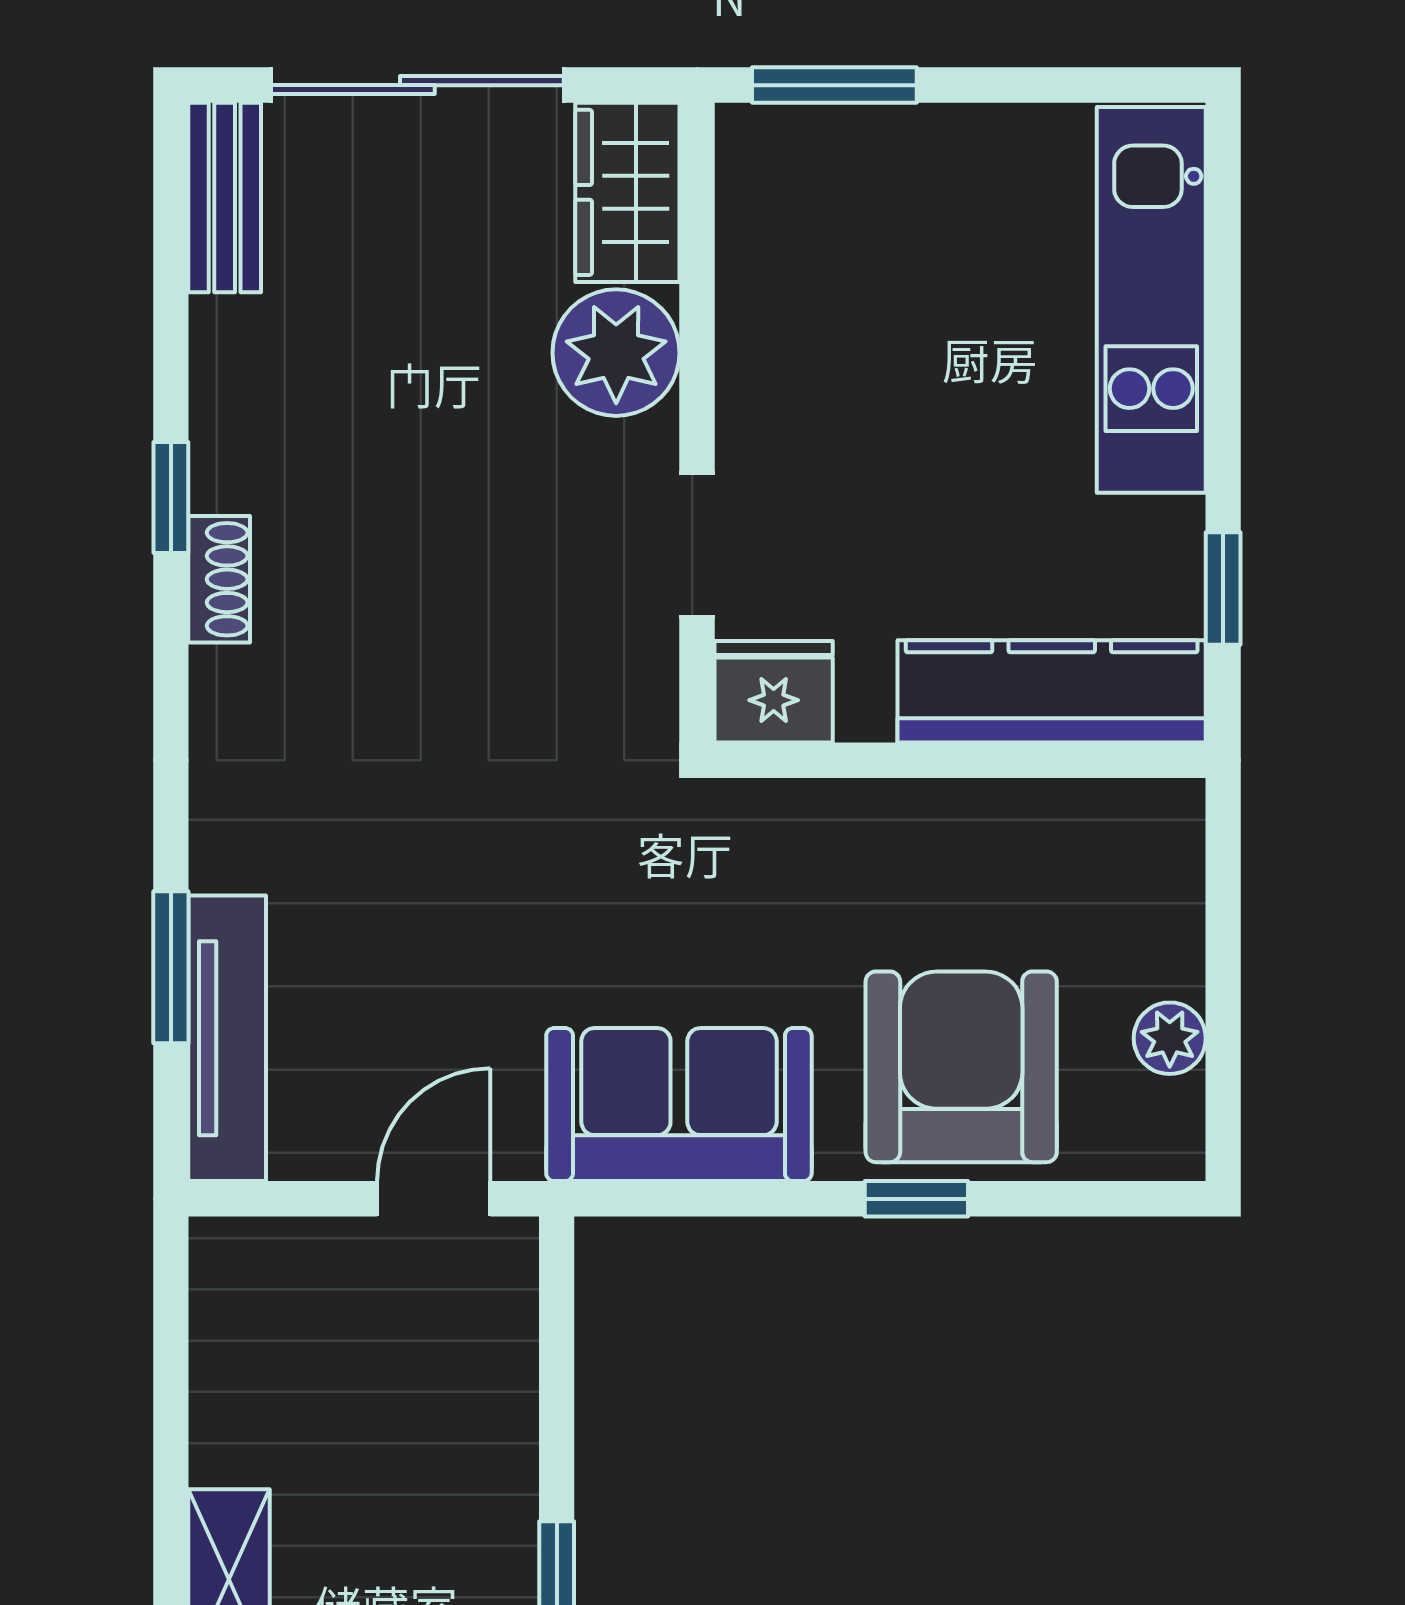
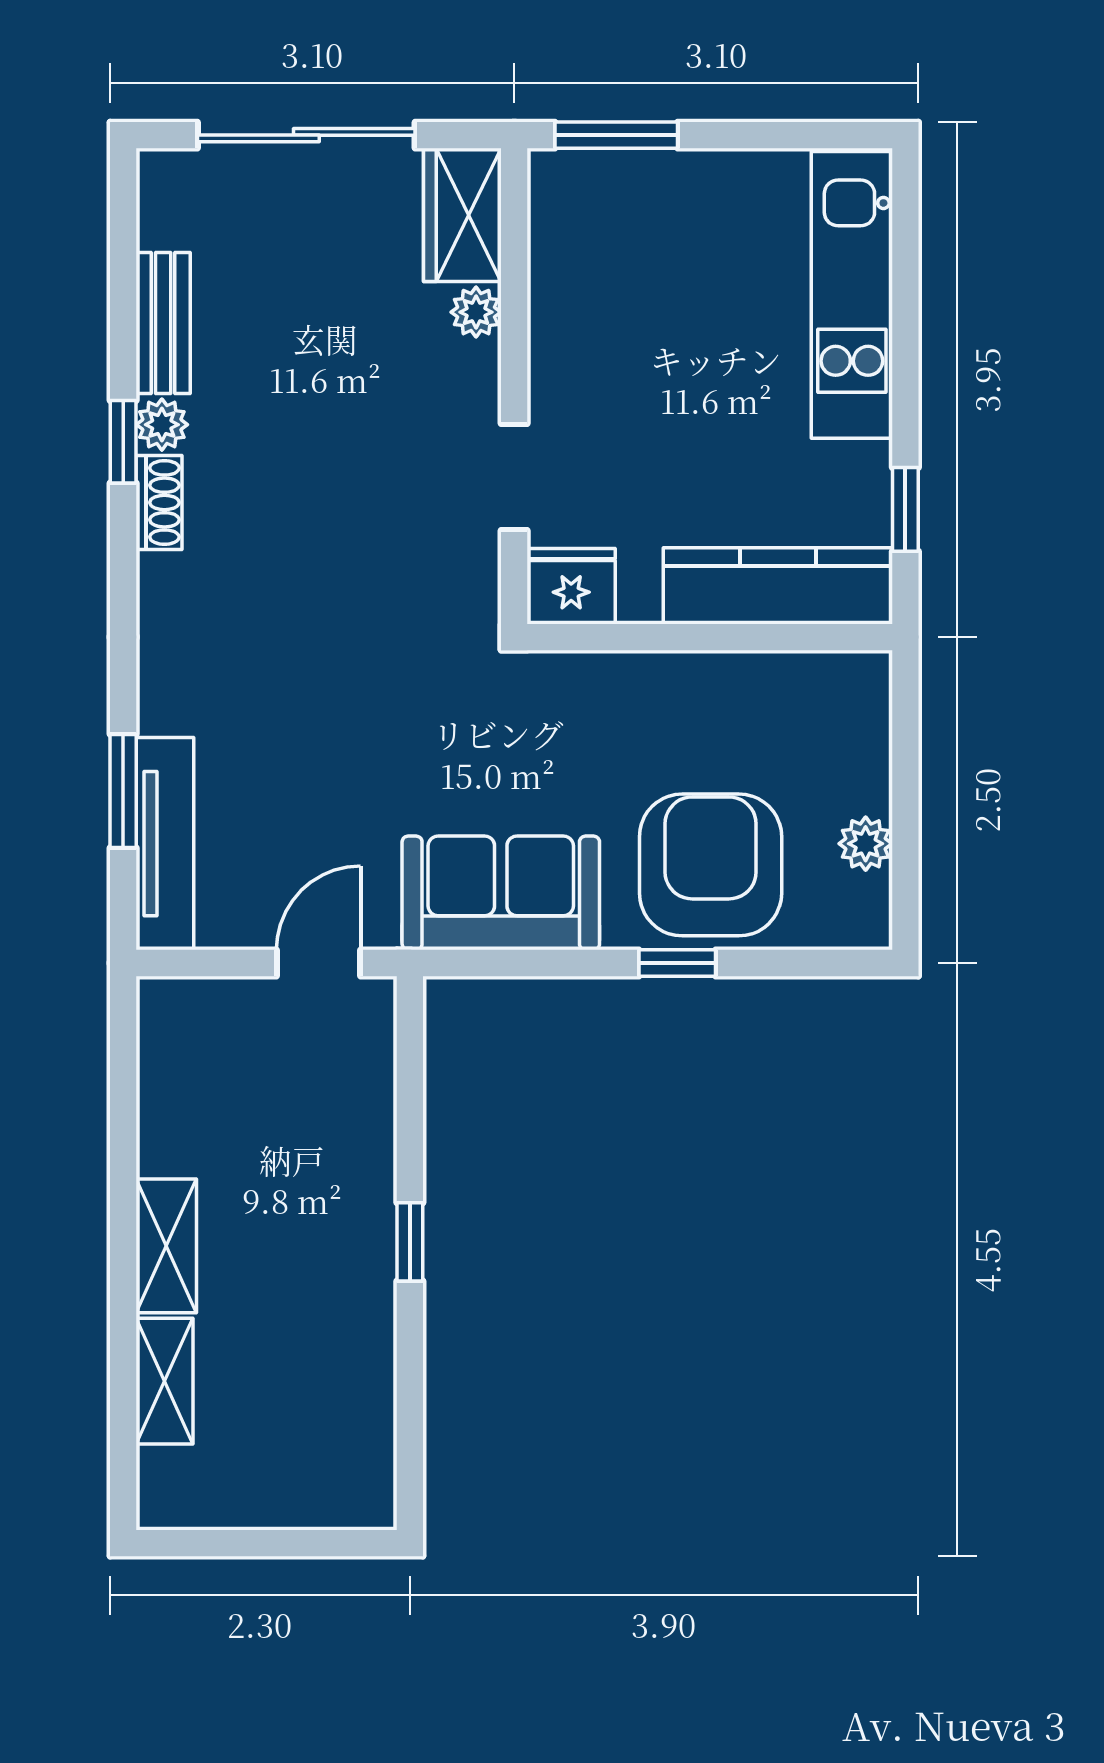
bench: (225, 197) -> (163, 323), moved
plant: (616, 353) -> (476, 312), width x0.53, depth x0.53
plant: (223, 474) -> (162, 425), added

